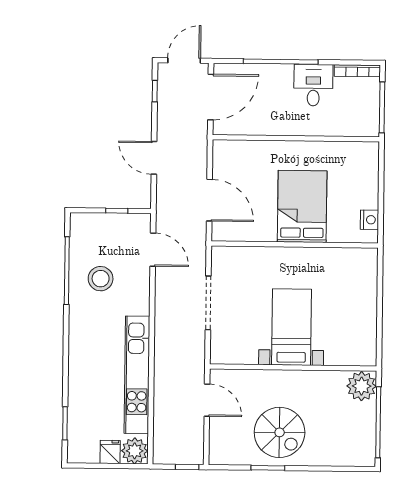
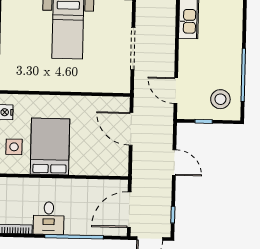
side table: (359, 176) -> (14, 147), added
bed: (302, 206) -> (50, 146), moved, turned 180
stool: (101, 279) -> (220, 99), moved

